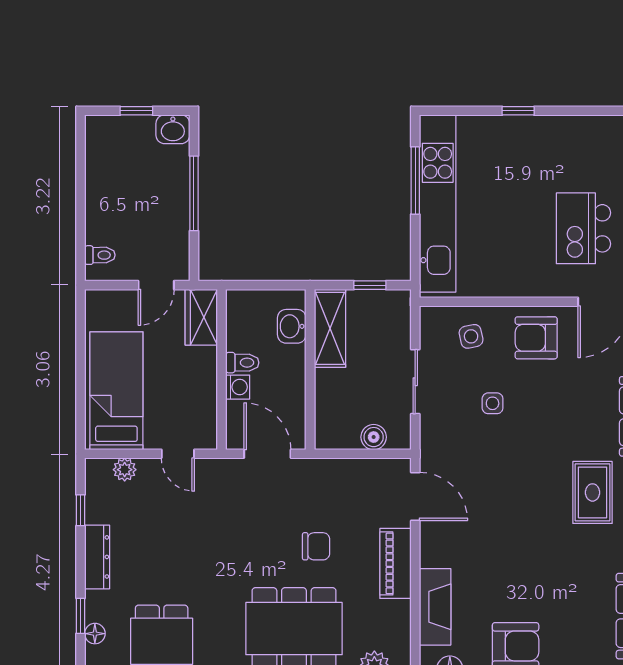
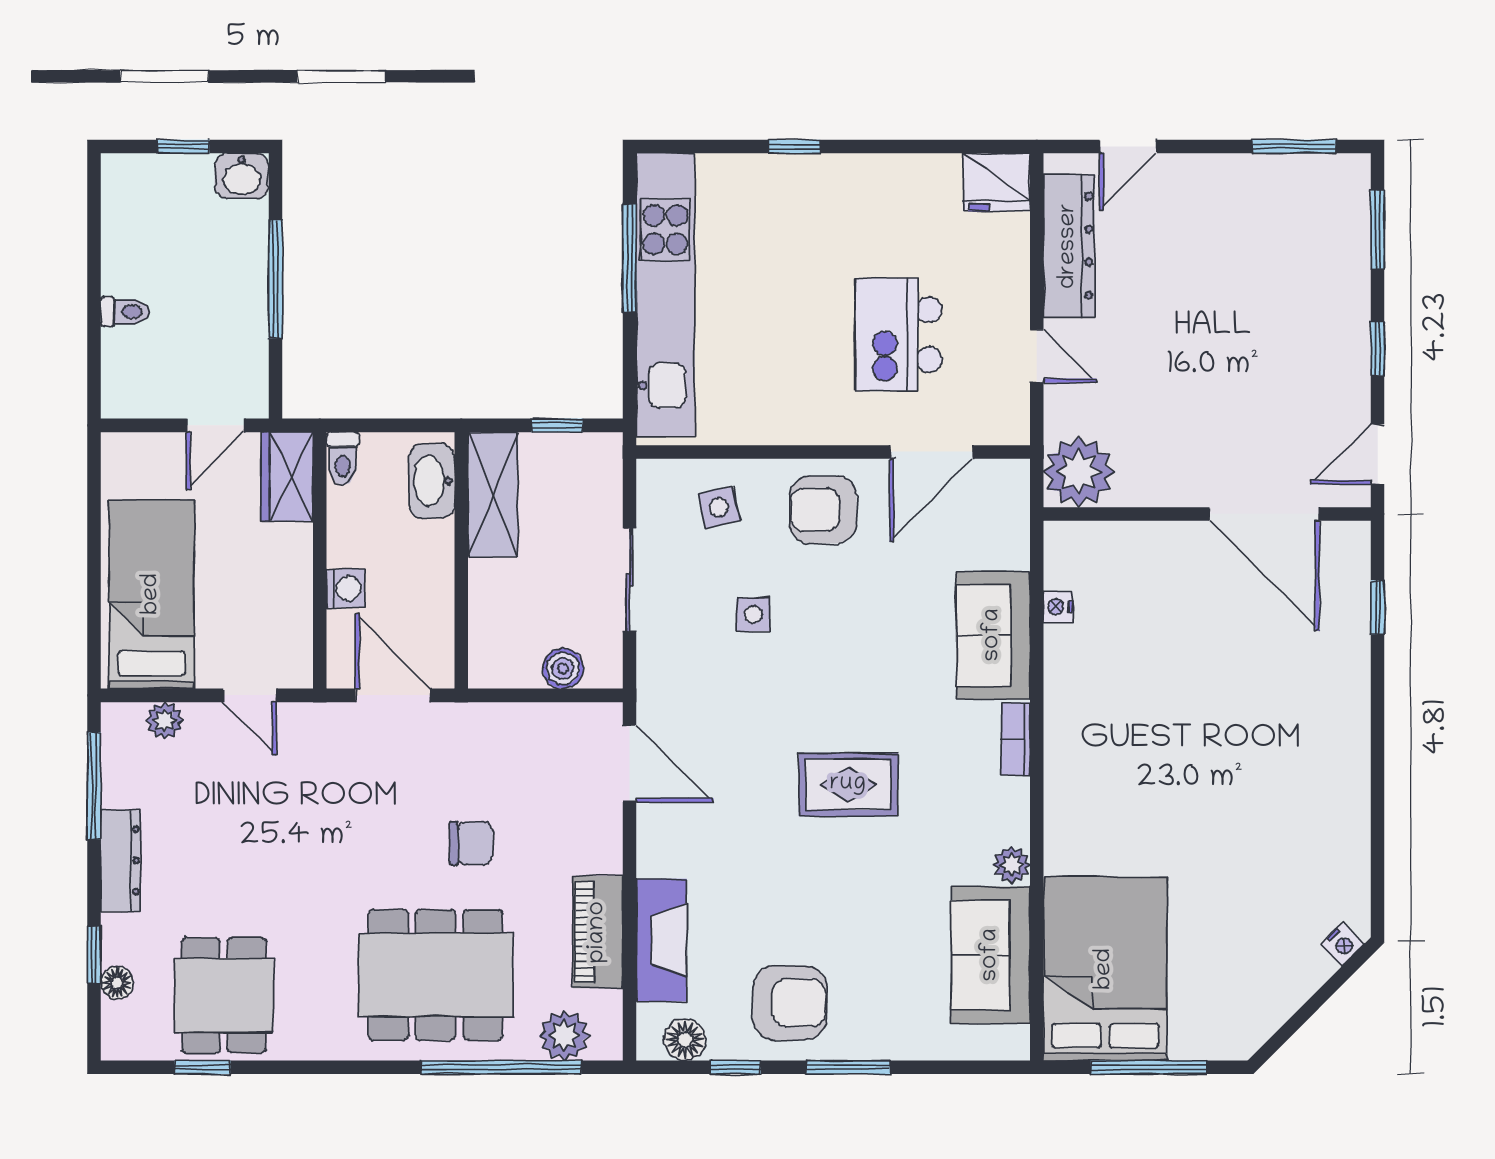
toilet: (100, 255) -> (125, 312), moved
washbasin: (292, 326) -> (432, 481), width x1.38
toilet: (242, 363) -> (343, 459), moved, turned 90
rug: (593, 492) -> (848, 784), moved, turned 90
window: (81, 510) -> (94, 786), width x2.17
piano: (395, 563) -> (598, 932), moved

